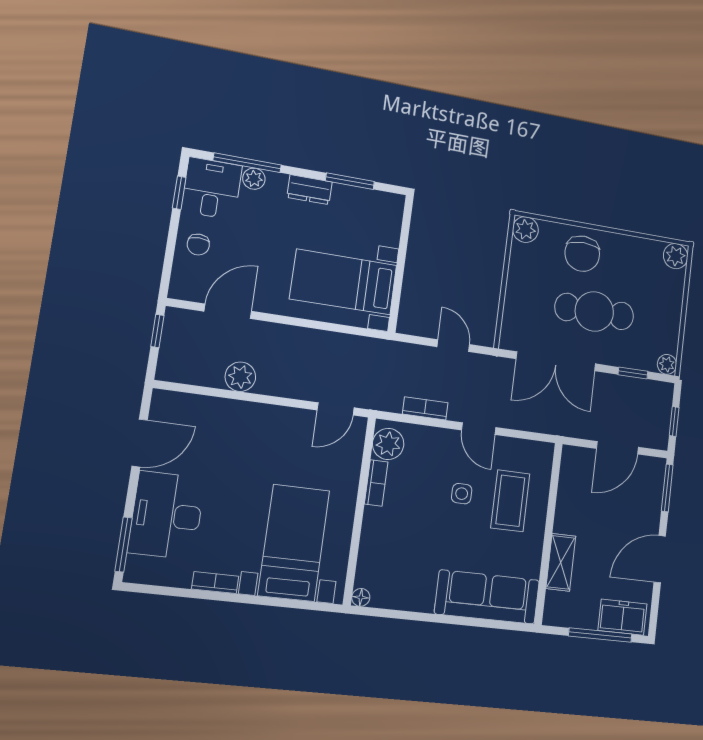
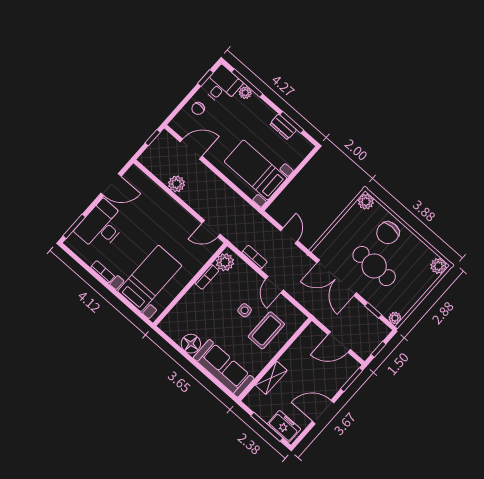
dresser: (310, 190) -> (283, 127), moved
floor lamp: (361, 597) -> (191, 344), moved, width x1.89, depth x1.89

